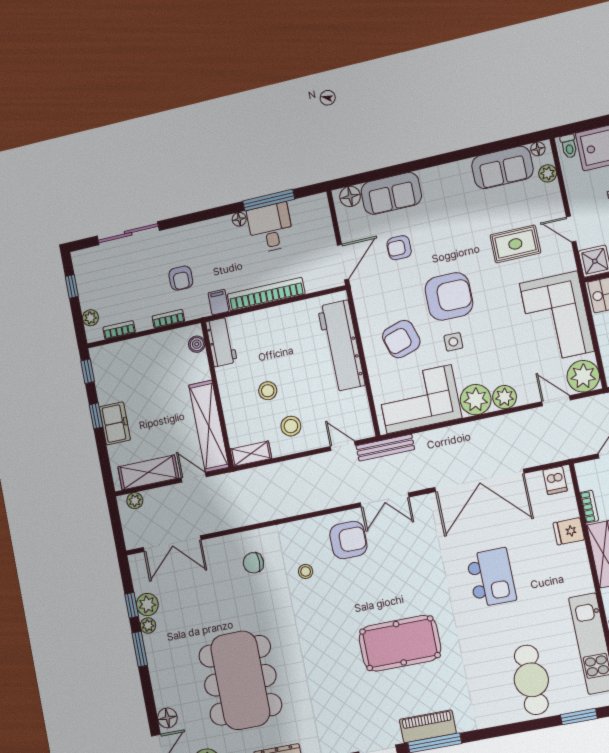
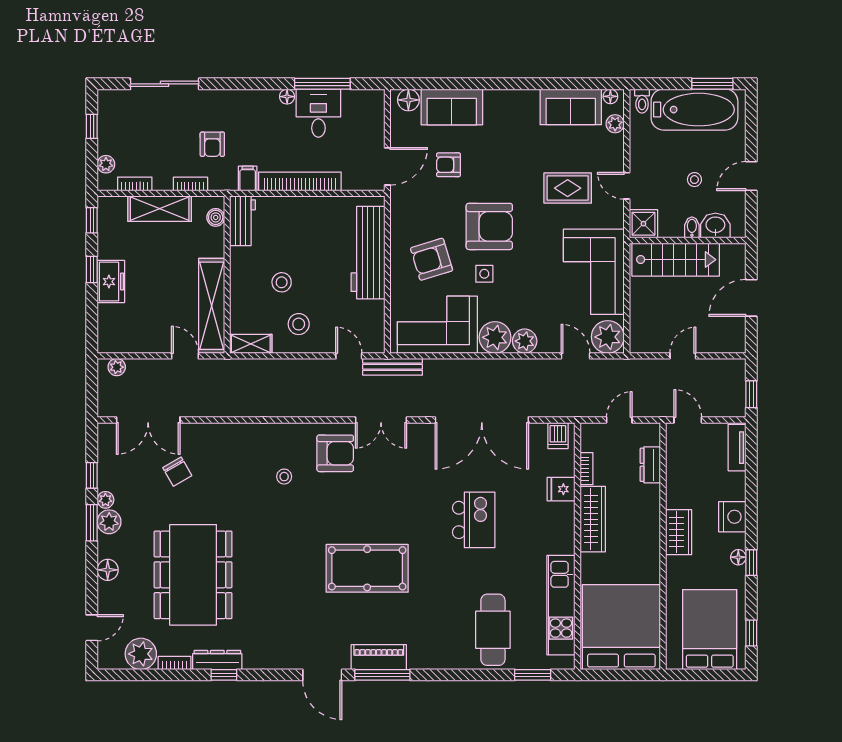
shelving: (148, 472) -> (160, 209), moved
chair: (253, 563) -> (177, 472), moved, turned -120
plant: (147, 605) -> (109, 522), moved
floor lamp: (167, 718) -> (108, 570), moved

